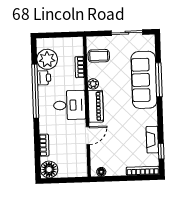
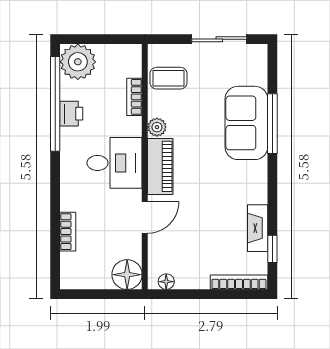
plant: (47, 59) -> (78, 62), moved
sofa: (144, 80) -> (246, 123), width x0.73
window: (35, 91) -> (55, 104), moved
floor lamp: (49, 169) -> (127, 275), moved

